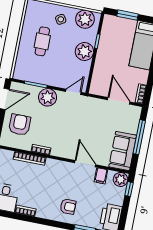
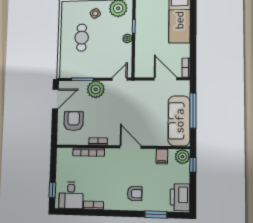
plant: (84, 51) -> (127, 38), width x0.53, depth x0.53
sofa: (123, 151) -> (179, 121), width x1.36
door: (85, 164) -> (130, 147), moved

